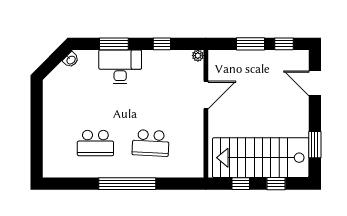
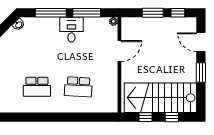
window: (114, 44) -> (51, 13), width x1.44
window: (162, 44) -> (87, 13), width x2.17
desk: (120, 67) -> (71, 30), moved, width x0.73
window: (315, 145) -> (201, 72), moved
window: (127, 184) -> (61, 117), removed

